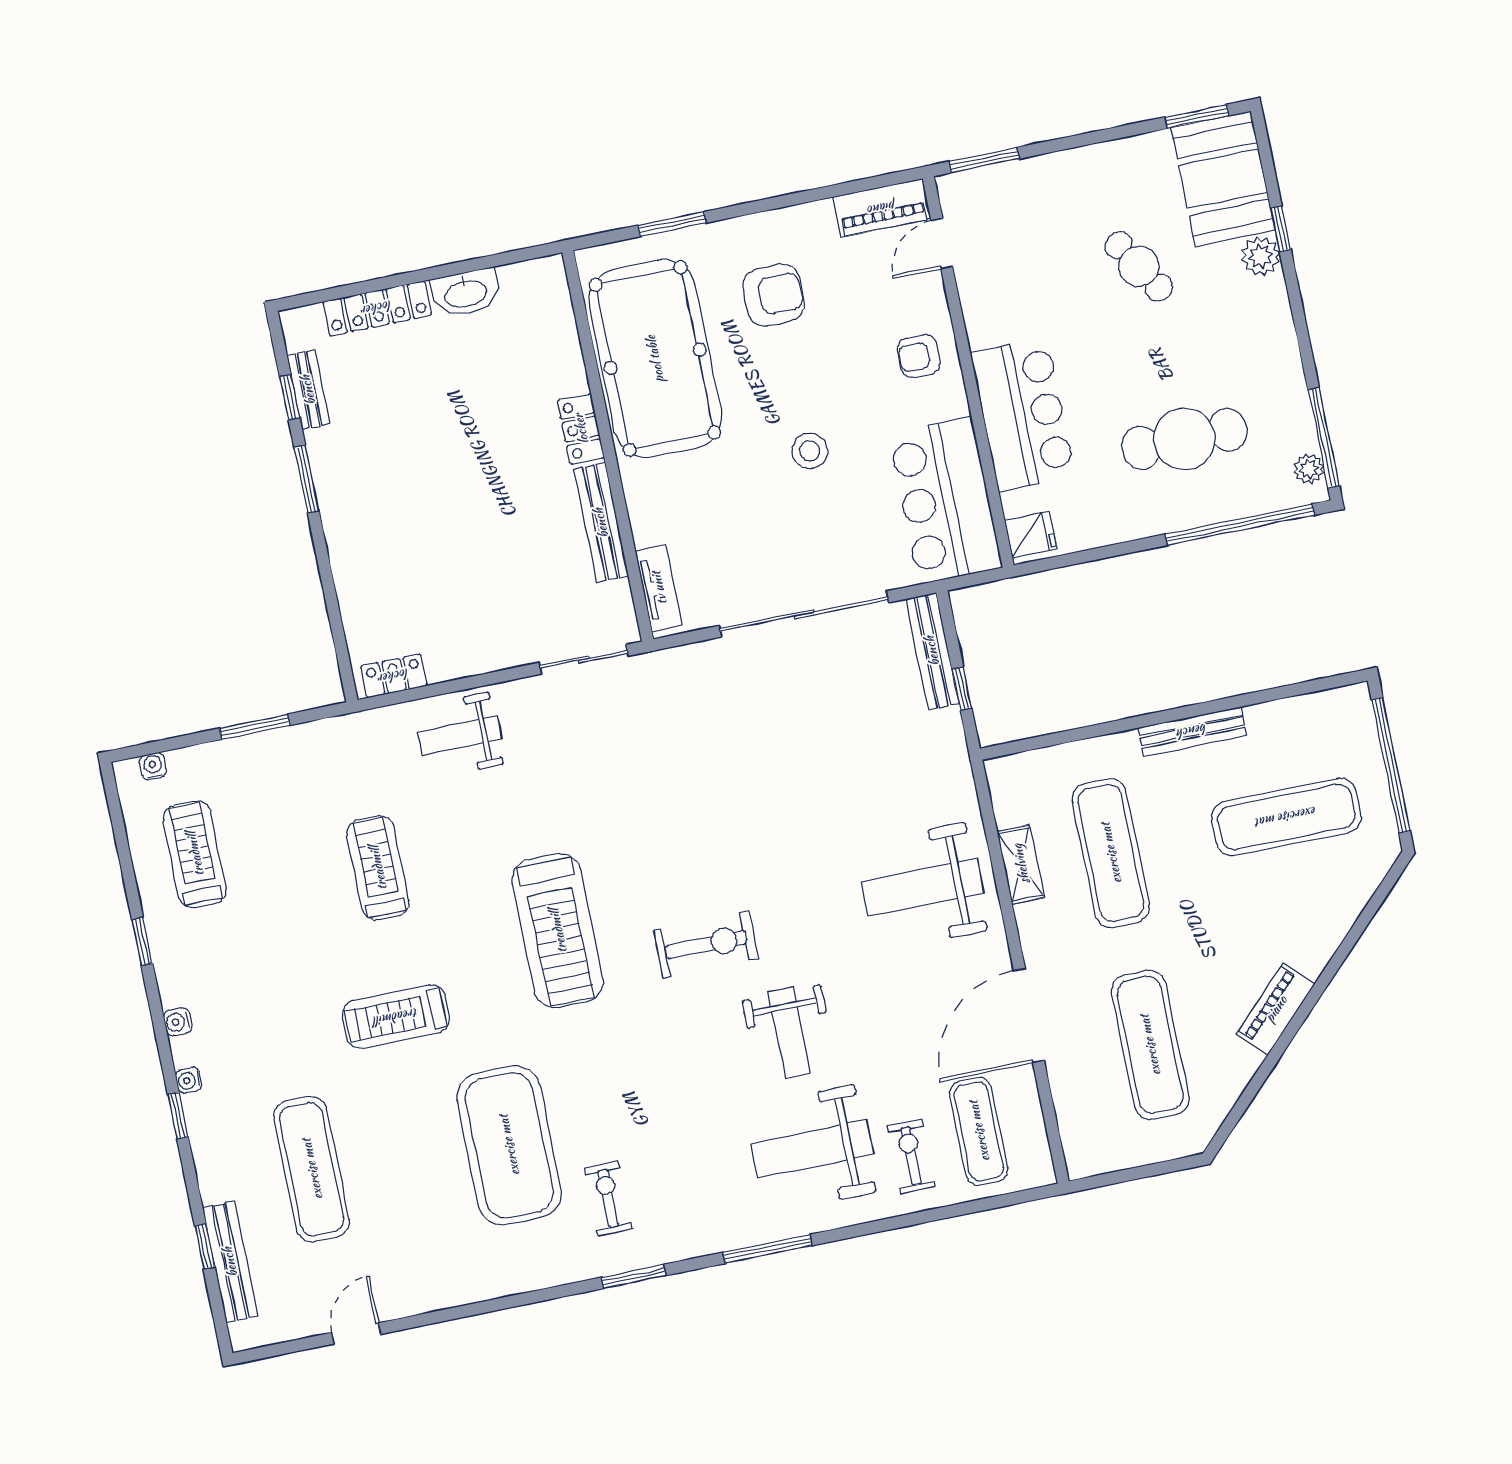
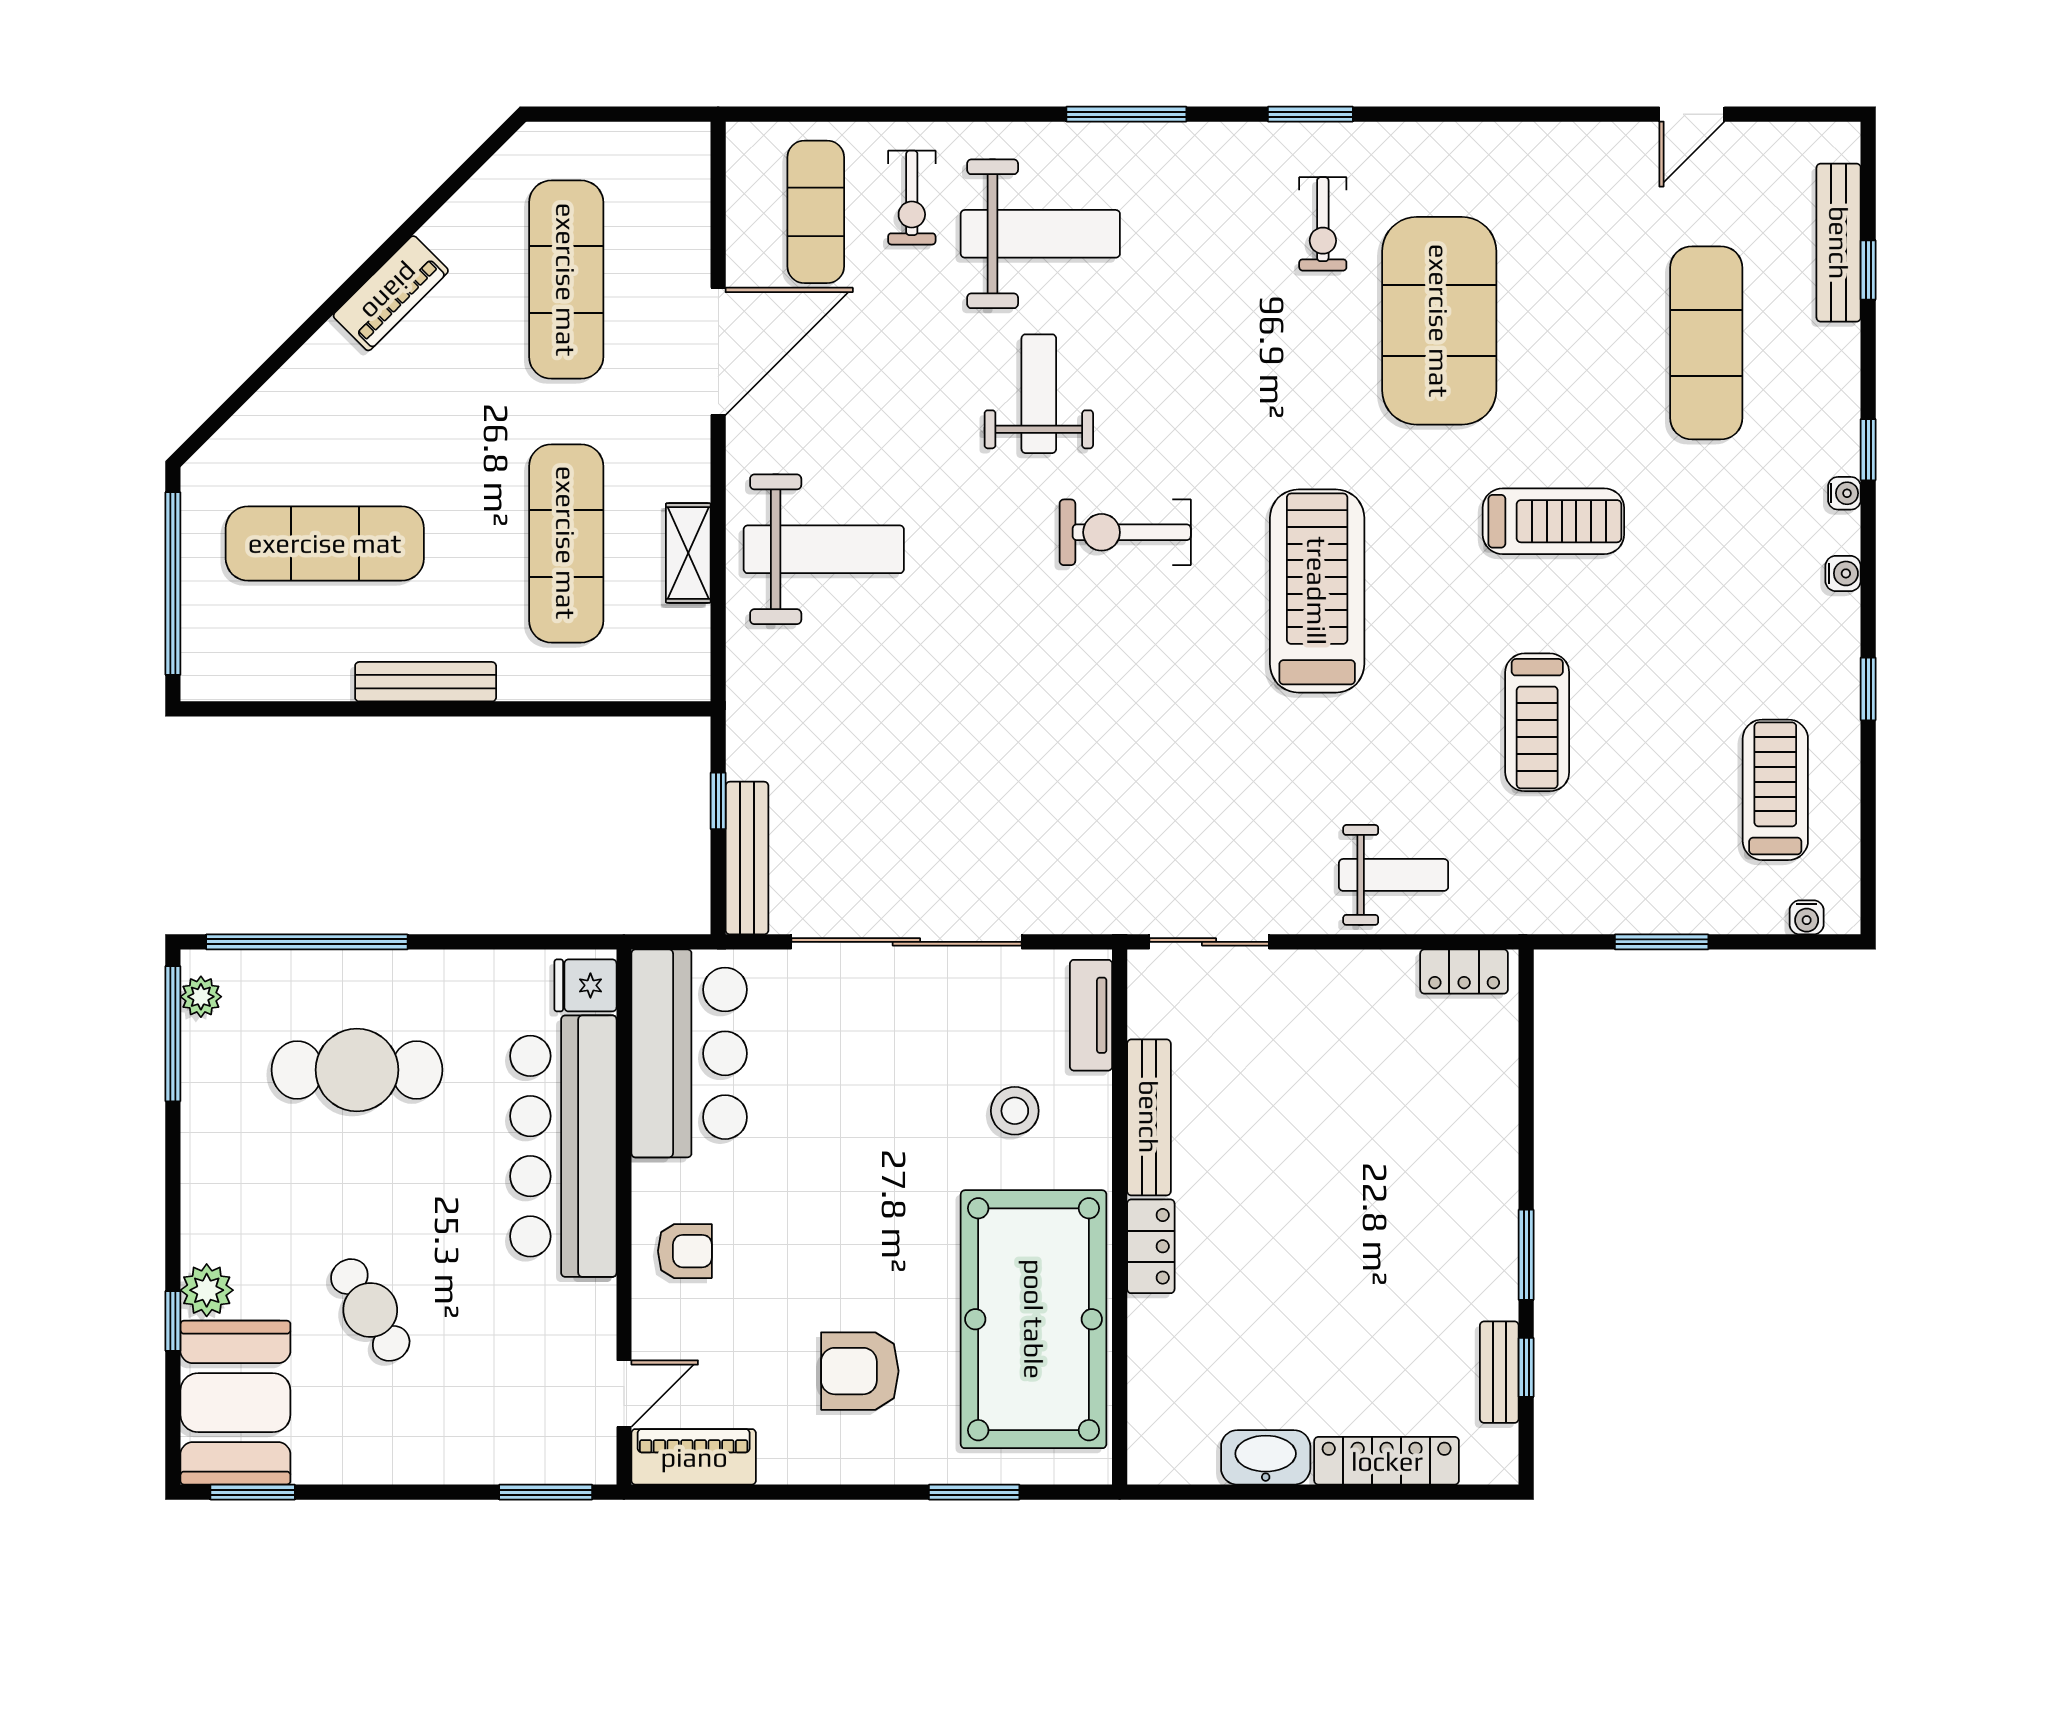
bar counter: (1023, 414) -> (563, 1146), width x1.36
stool: (810, 451) -> (1015, 1111), moved
treadmill: (195, 854) -> (1775, 790), turned 180

